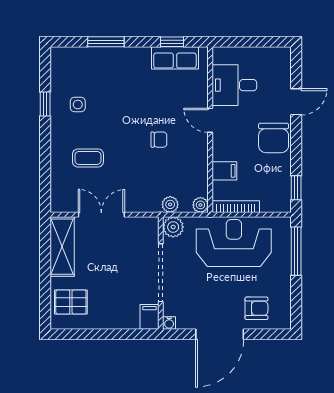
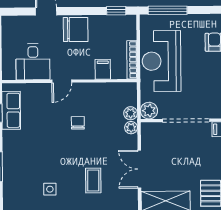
plant: (200, 205) -> (131, 128), moved

